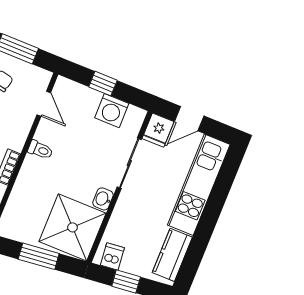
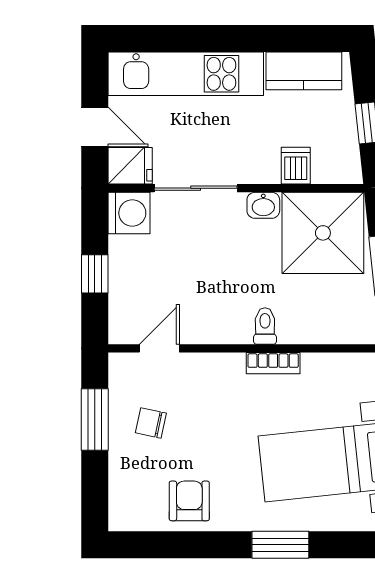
washing machine: (112, 111) -> (129, 213), moved
toilet: (40, 150) -> (265, 326), moved
dishwasher: (112, 256) -> (296, 166), moved, turned 96

